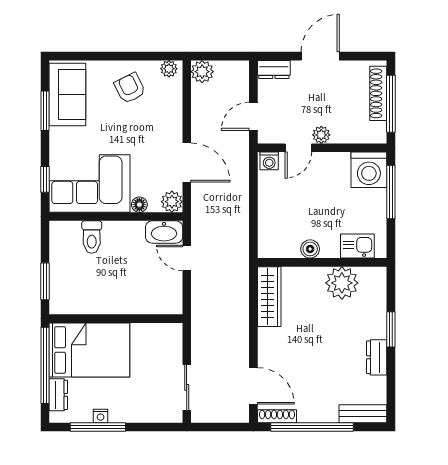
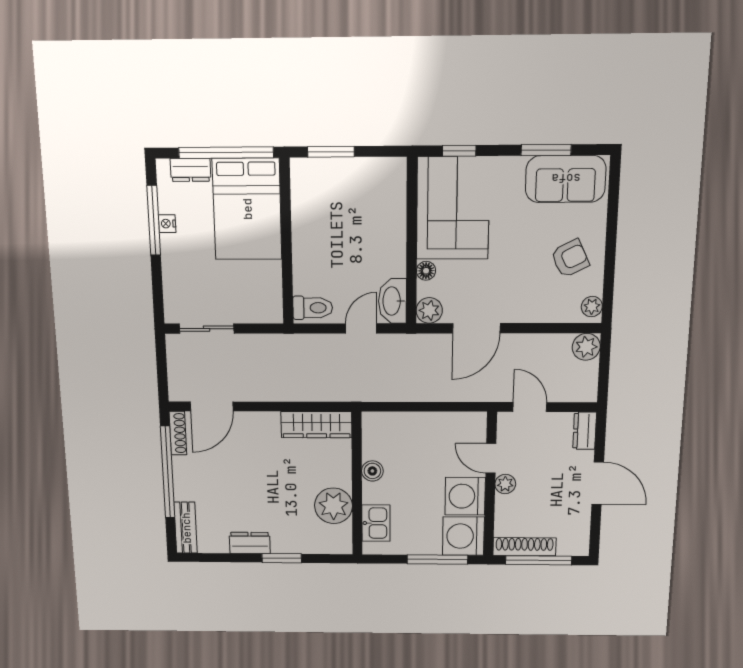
shoe rack: (378, 93) -> (524, 547), moved
washing machine: (269, 161) -> (465, 496), moved, width x1.89, depth x1.89
toilet: (92, 237) -> (313, 308), moved, turned 180

